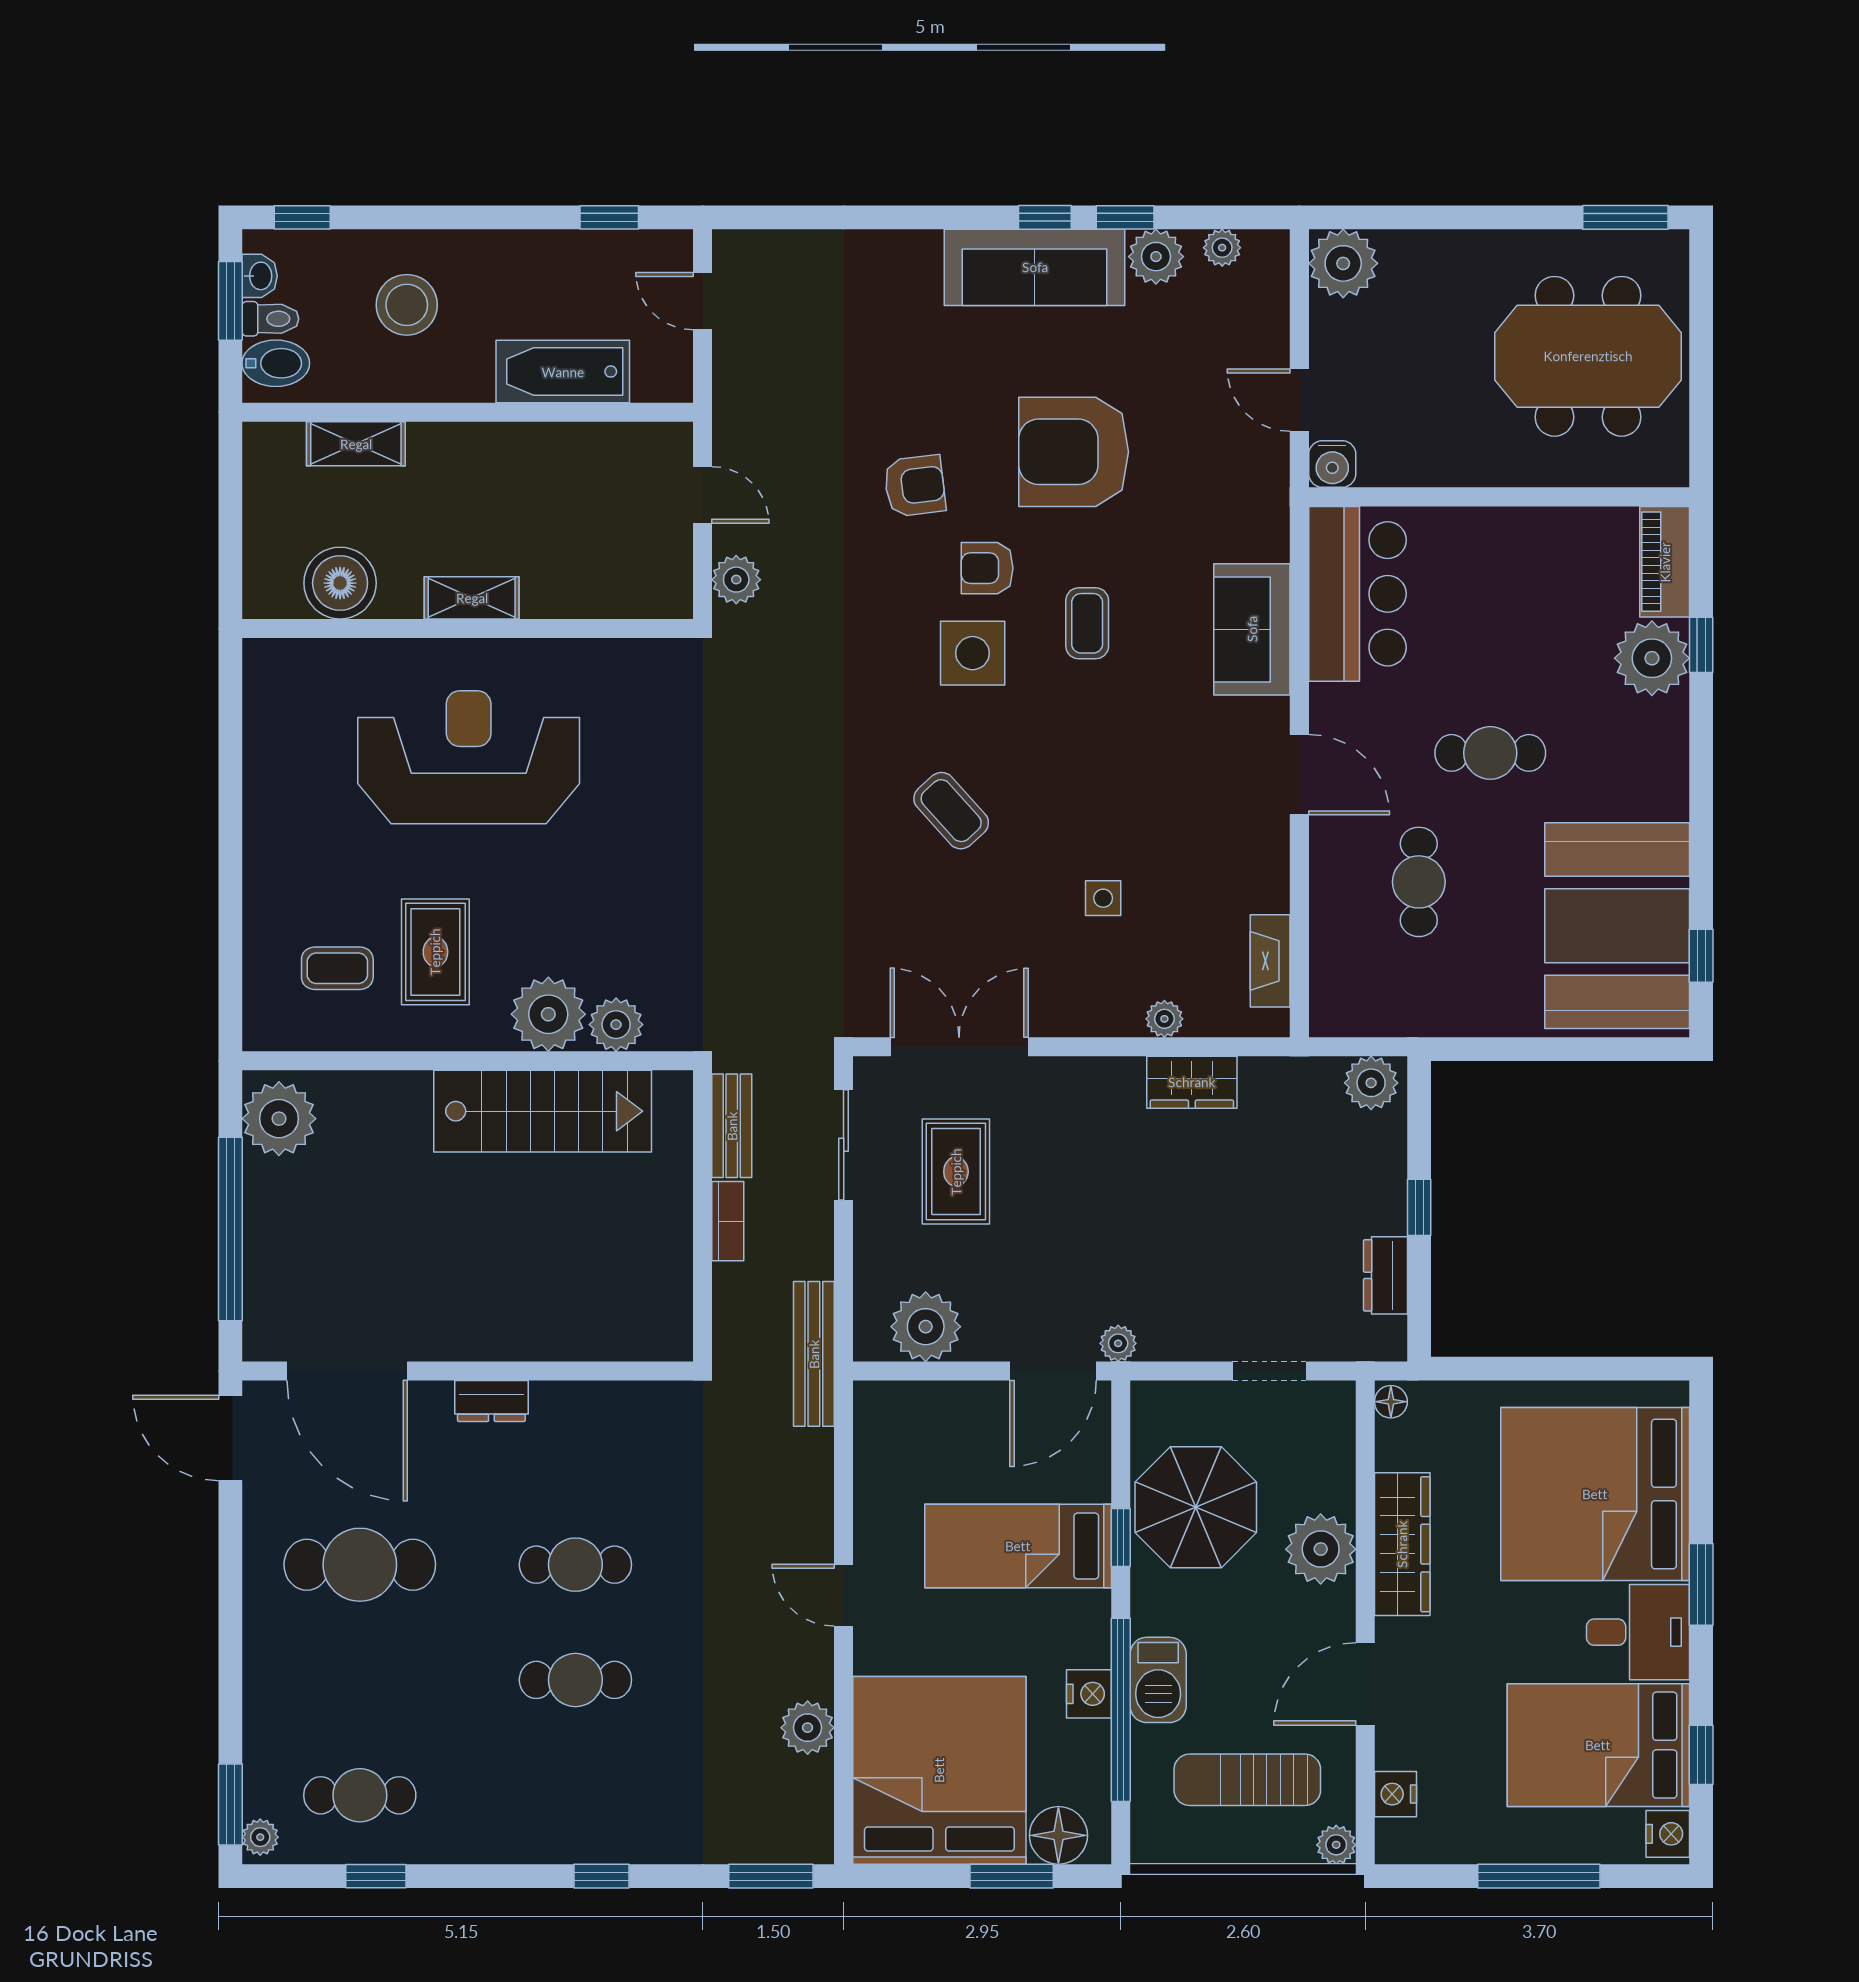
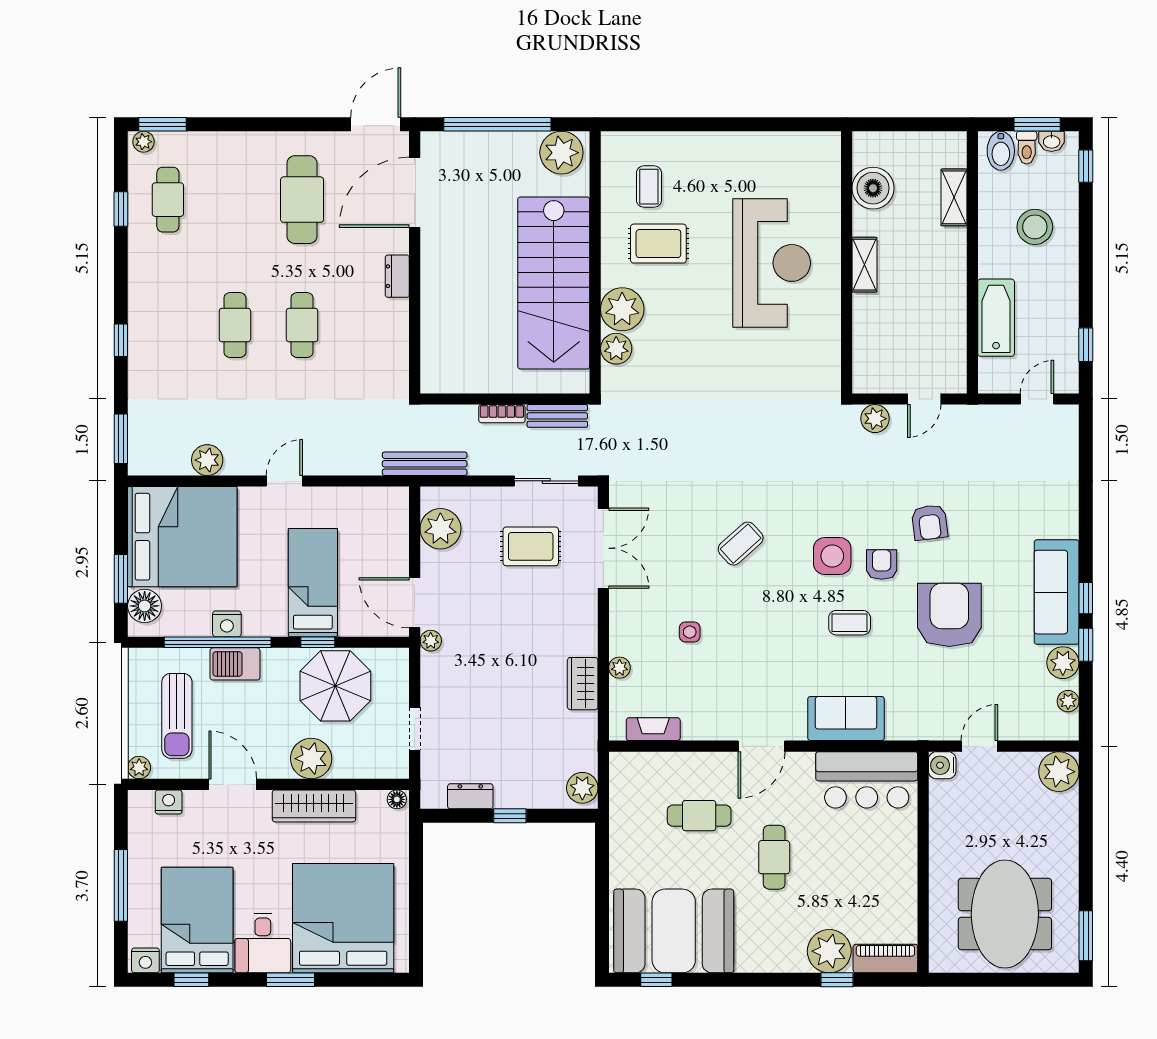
stairs: (543, 1111) -> (554, 283), width x1.36, depth x1.51
sun lounger: (1247, 1780) -> (177, 716), turned 180

